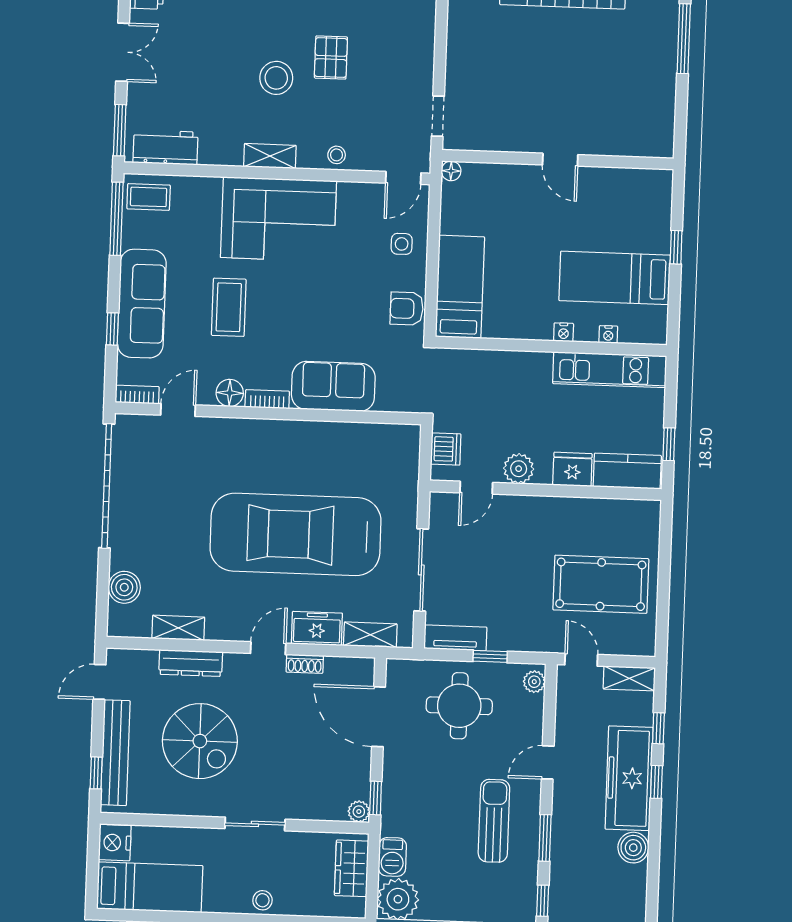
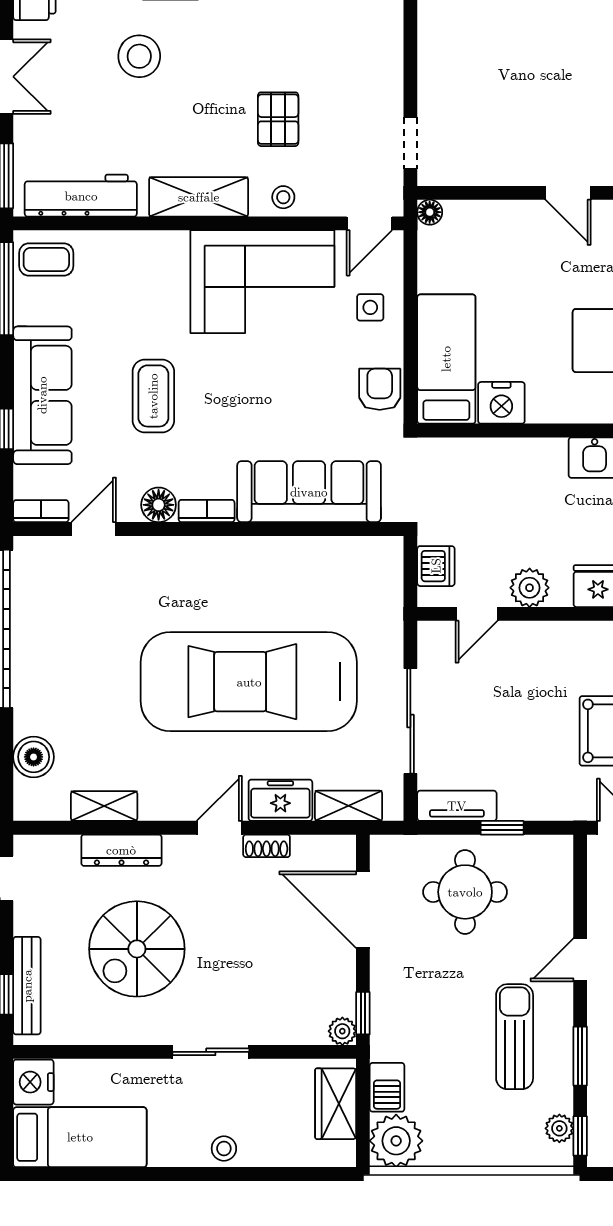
pallet: (331, 58) -> (278, 119), moved
stool: (276, 78) -> (139, 56), moved
workbench: (165, 147) -> (81, 196), width x1.37
shelving: (270, 156) -> (199, 197), width x1.50, depth x1.33
corner sofa: (279, 219) -> (262, 282), moved
armchair: (407, 309) -> (380, 389), turned 90
nightstand: (564, 332) -> (501, 403), moved, width x1.89, depth x1.79
sofa: (333, 386) -> (309, 492), width x1.36
plant: (534, 682) -> (559, 1128), moved
spiral stairs: (200, 741) -> (137, 949), turned 90
bench: (115, 753) -> (27, 986), width x0.73, depth x0.82

